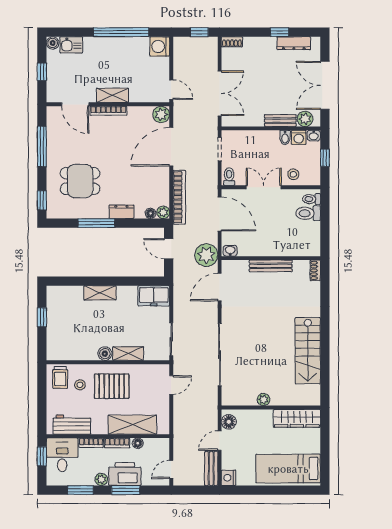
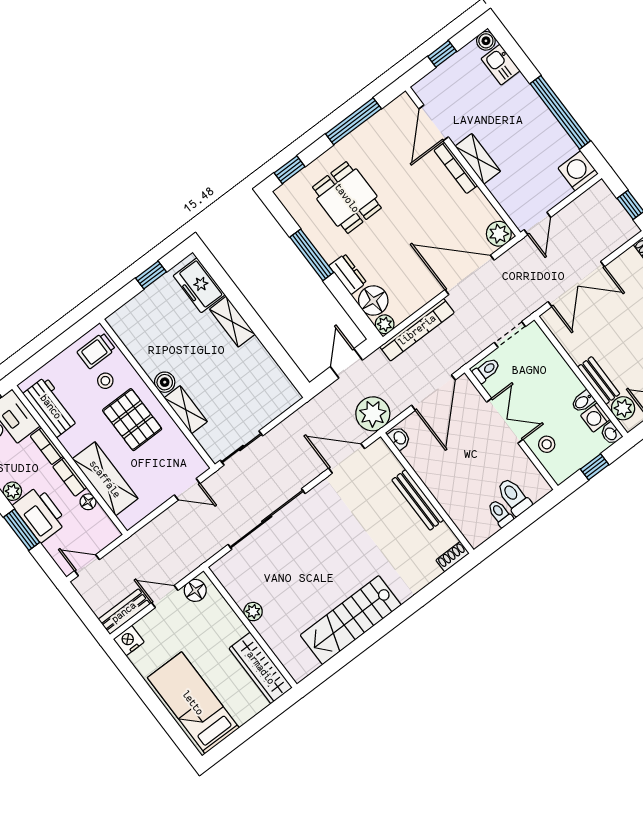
toilet: (311, 199) -> (500, 513), moved
floor lamp: (150, 213) -> (373, 301), width x1.89, depth x1.89
freezer: (154, 296) -> (199, 285), moved

